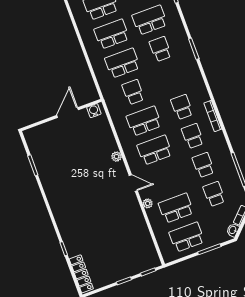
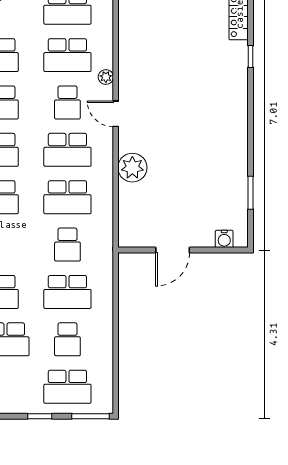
school desk: (112, 34) -> (67, 339), width x0.54
water cooler: (94, 111) -> (224, 239), moved
plant: (116, 157) -> (132, 168), width x1.87, depth x1.87
school desk: (165, 179) -> (67, 102), added

